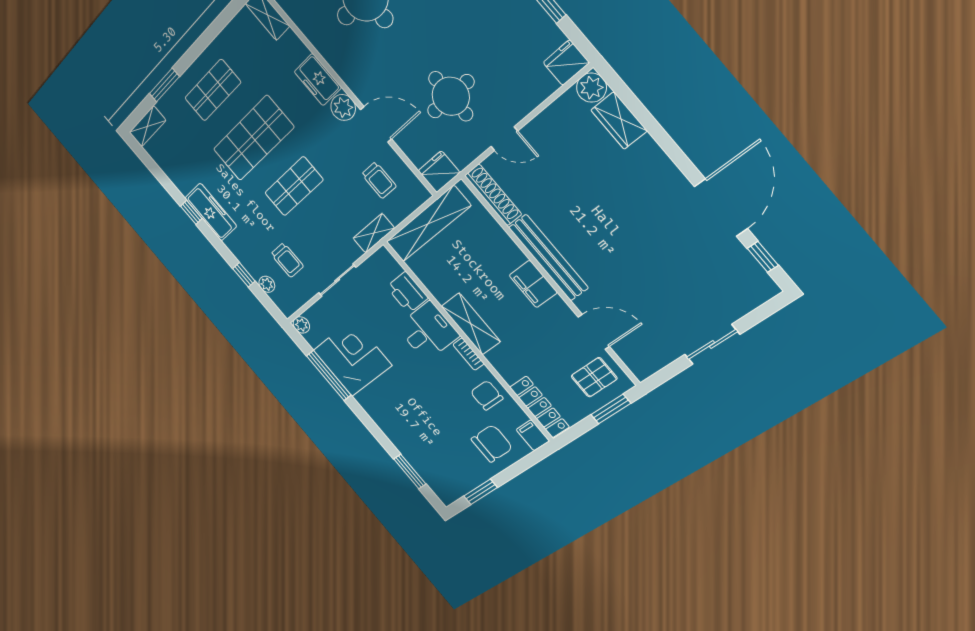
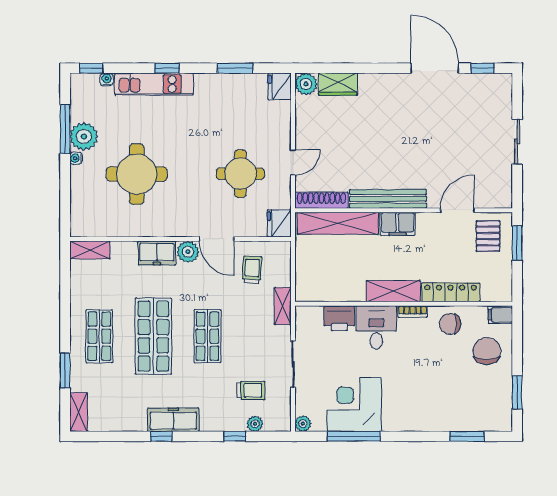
door: (376, 124) -> (216, 239), swing flipped
trolley: (379, 180) -> (252, 270), turned -87
shelving: (428, 224) -> (338, 223), moved, turned 90
locker: (539, 407) -> (451, 292), moved

